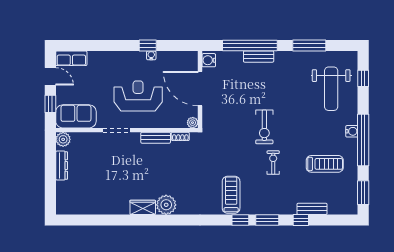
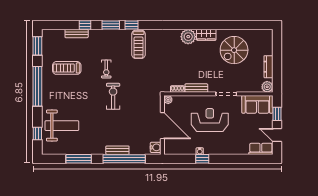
weight bench: (331, 89) -> (62, 126), turned 90
reception desk: (138, 96) -> (210, 120), turned 180
water cooler: (352, 131) -> (46, 93), removed
spiral stairs: (106, 187) -> (234, 50), added

